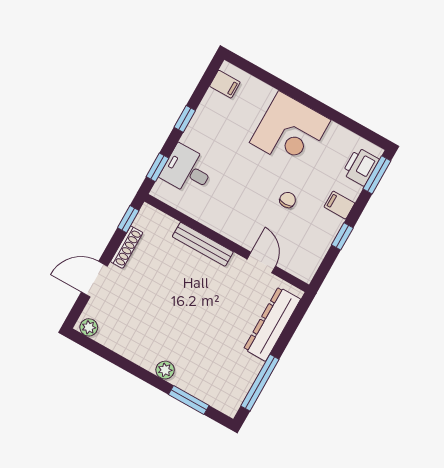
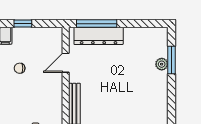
plant: (165, 370) -> (162, 64), moved
window: (260, 383) -> (97, 24), moved

